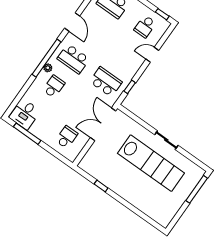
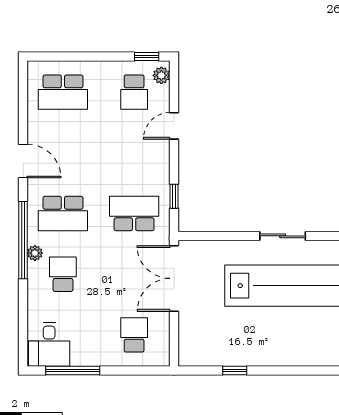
plant: (163, 28) -> (161, 75), added

